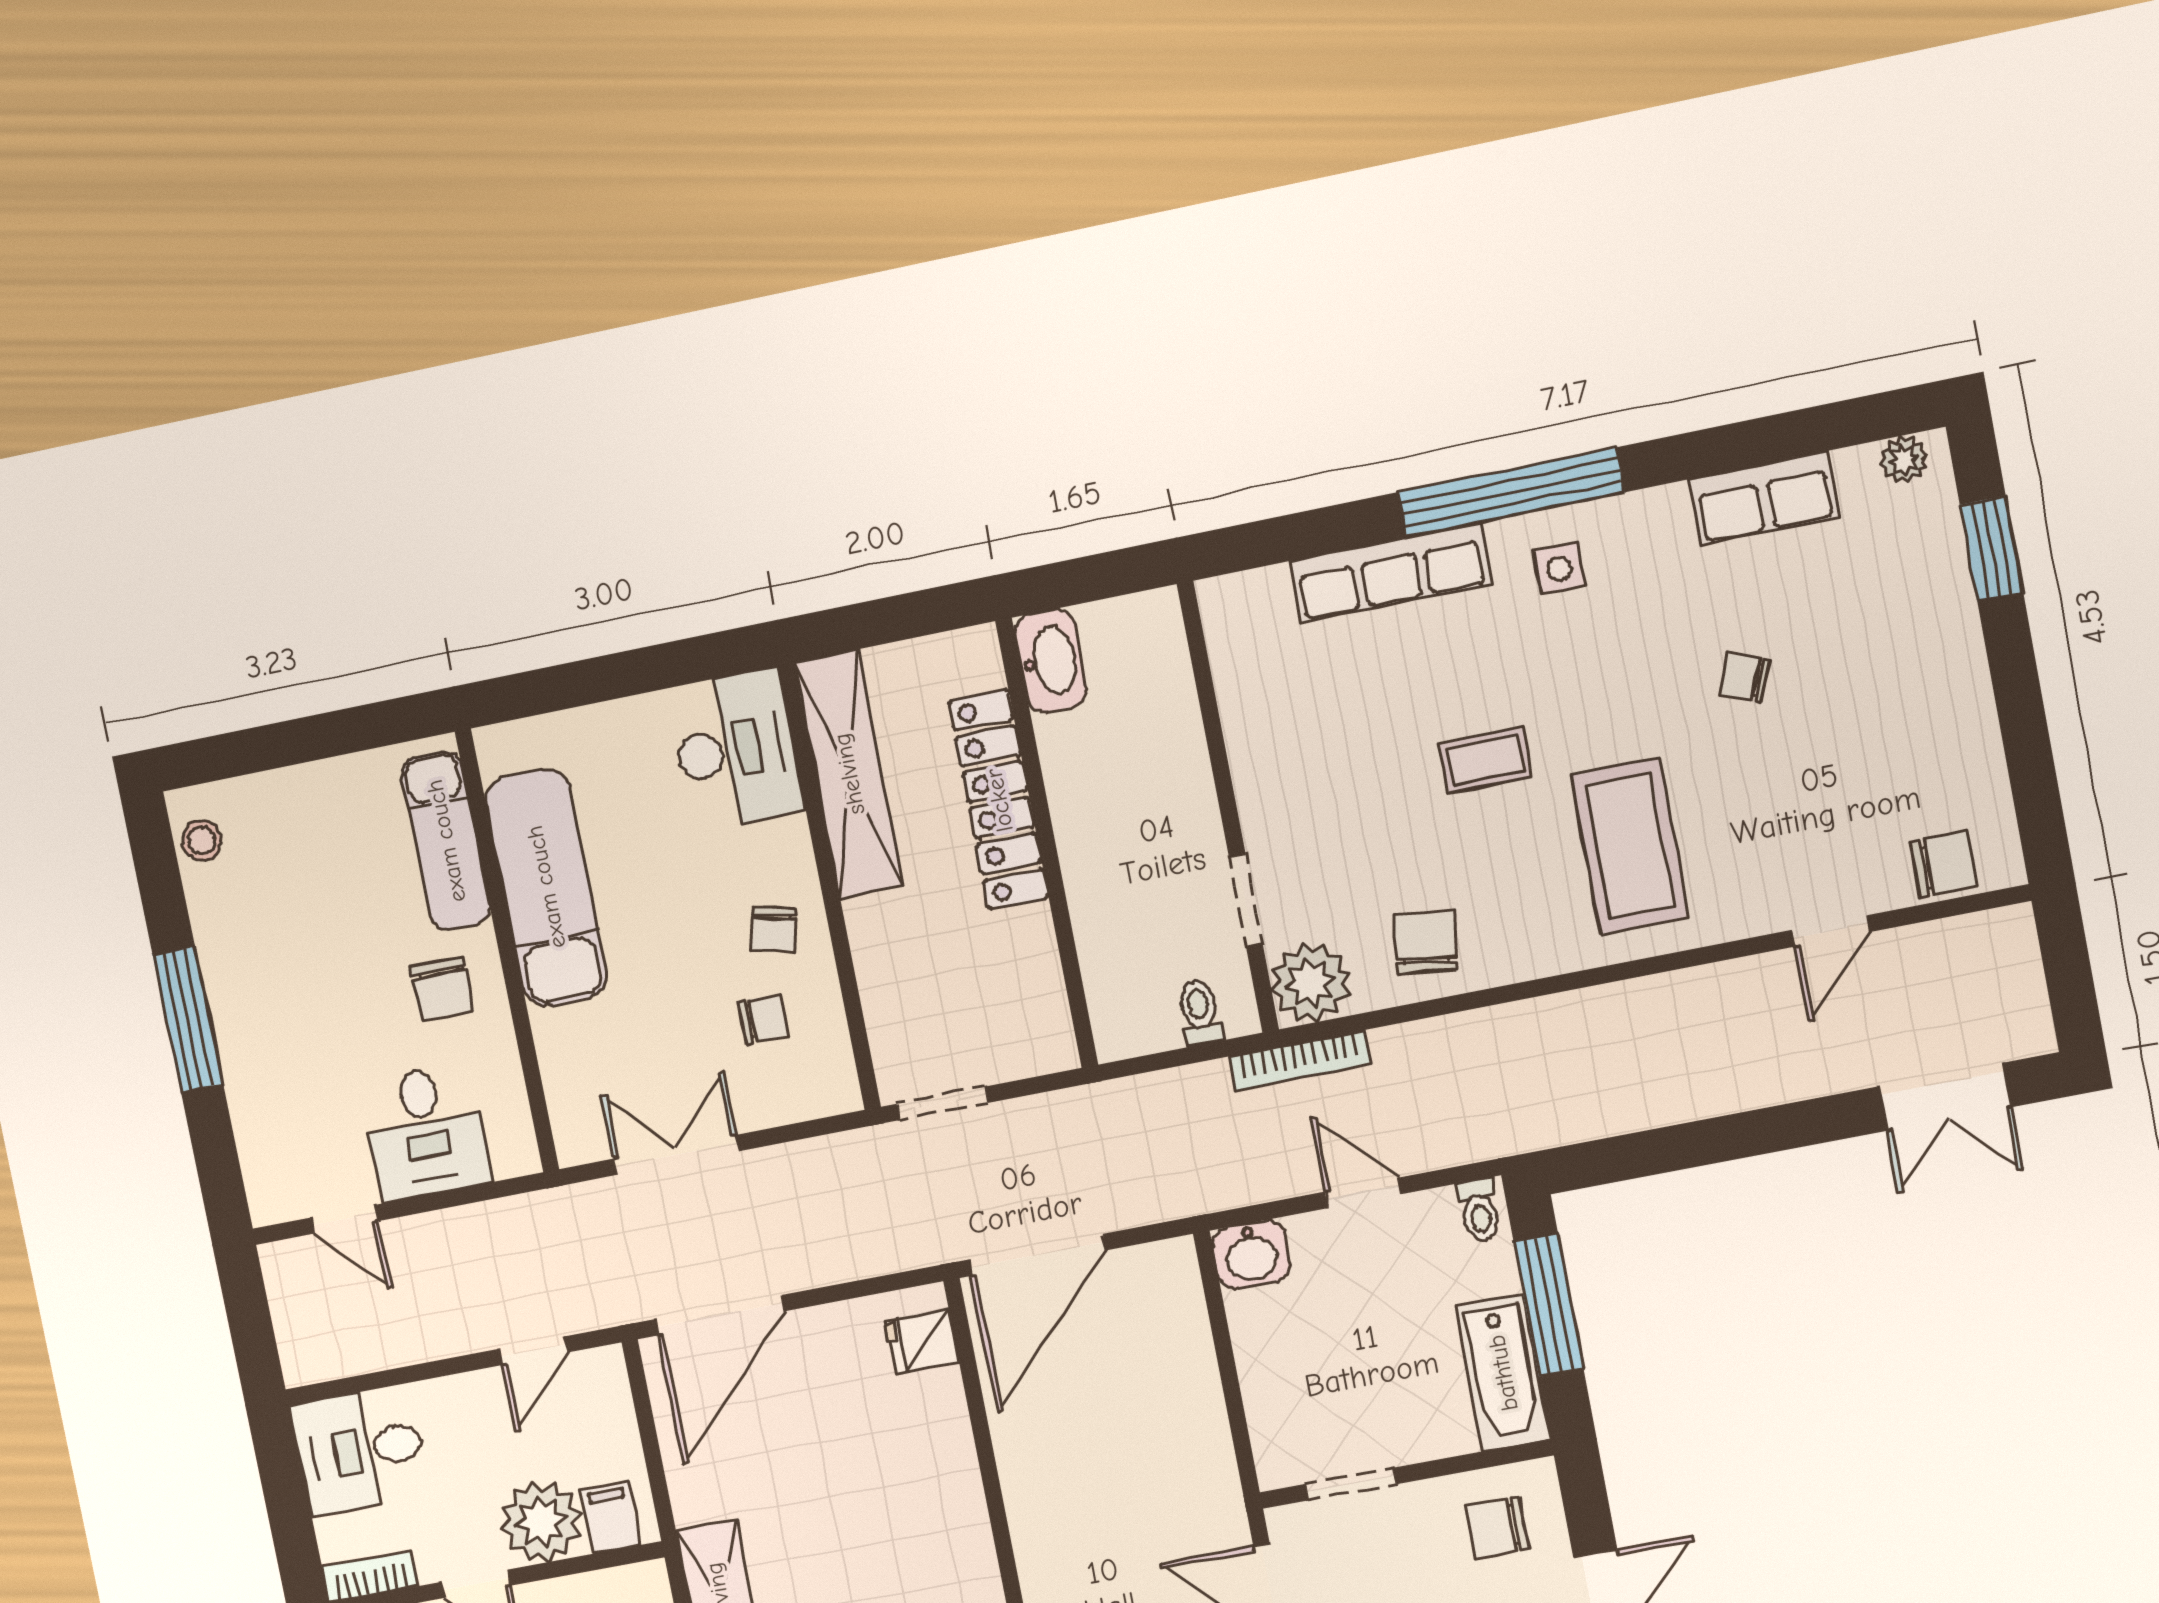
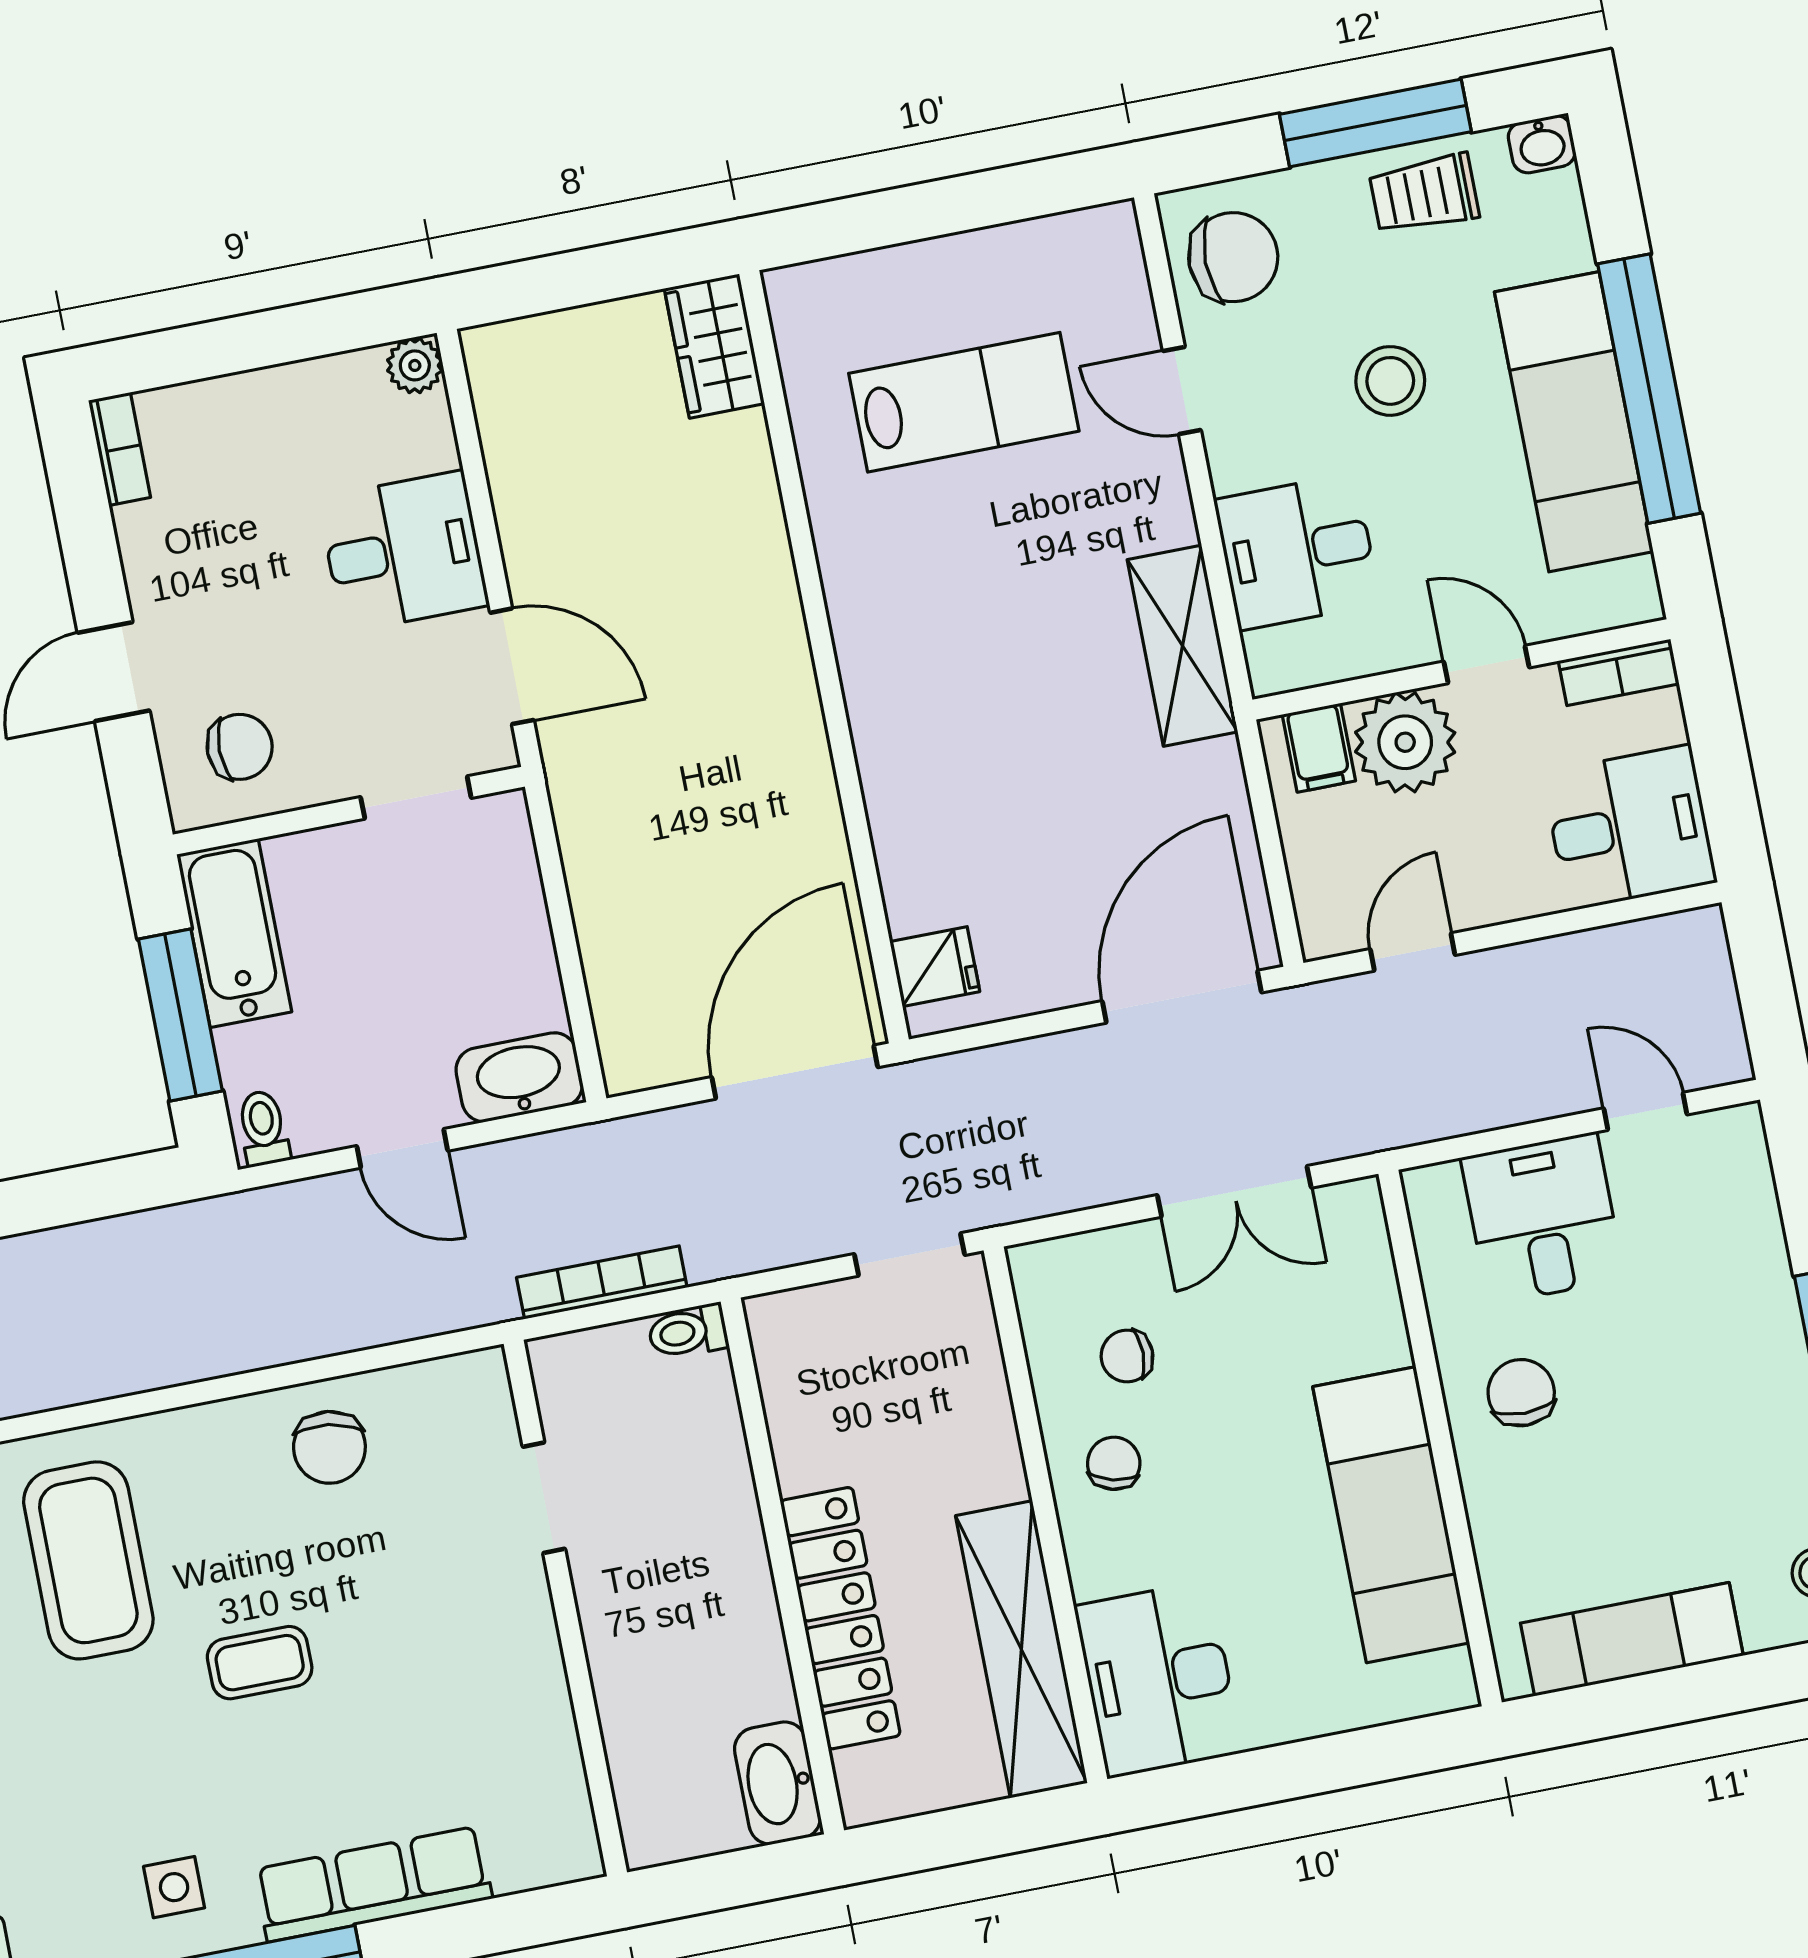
exam couch: (446, 841) -> (1632, 1639), moved, turned -90
plant: (1311, 983) -> (466, 1399), removed
toilet: (1200, 1013) -> (688, 1332), moved, turned 90
bookcase: (1300, 1061) -> (602, 1282), moved
washbasin: (1251, 1254) -> (519, 1077), width x1.38

